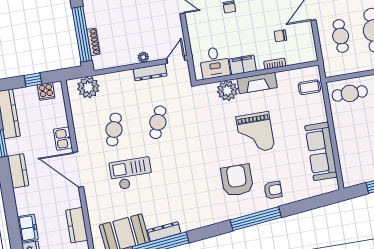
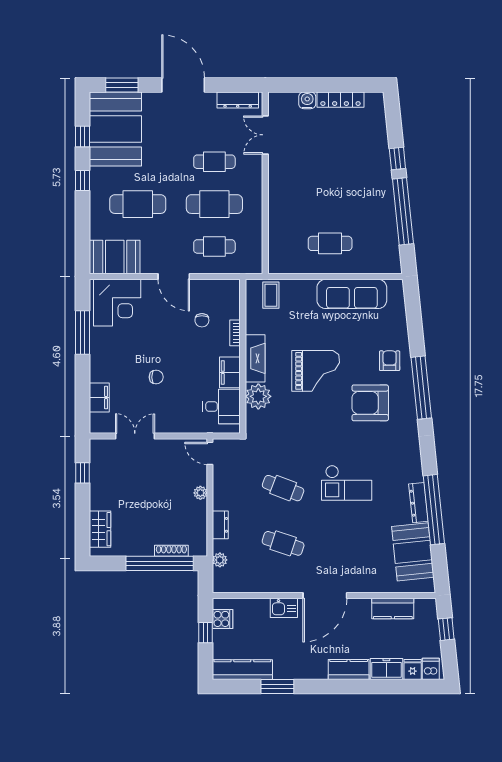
dresser: (150, 72) -> (220, 525), moved, width x0.70
plant: (88, 87) -> (220, 560), width x0.53, depth x0.53
cafe table: (350, 93) -> (330, 243), moved, turned 90
kitchen counter: (18, 171) -> (349, 669), moved
checkout: (131, 174) -> (347, 483), moved, turned -90

